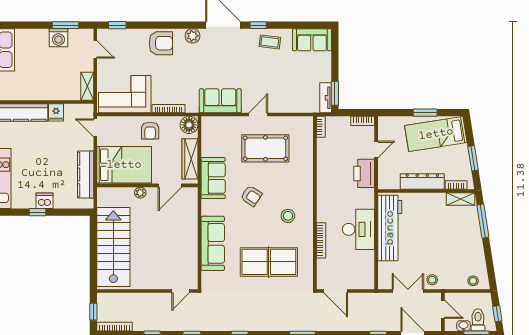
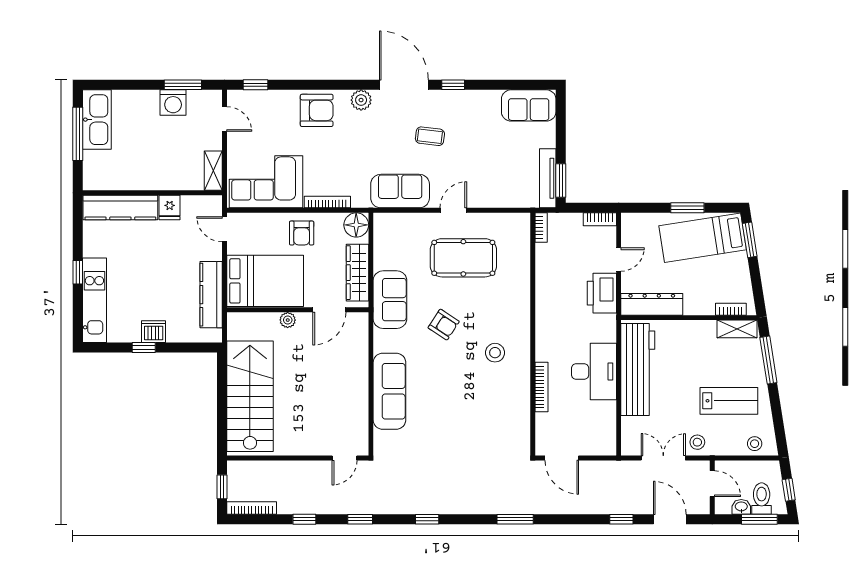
coffee table: (270, 42) -> (430, 136), moved
tv unit: (326, 98) -> (548, 178), width x1.41
window: (473, 158) -> (750, 240), moved
dresser: (422, 181) -> (652, 304), moved
lab bench: (455, 250) -> (729, 401), added
table tennis table: (269, 262) -> (468, 417), removed

